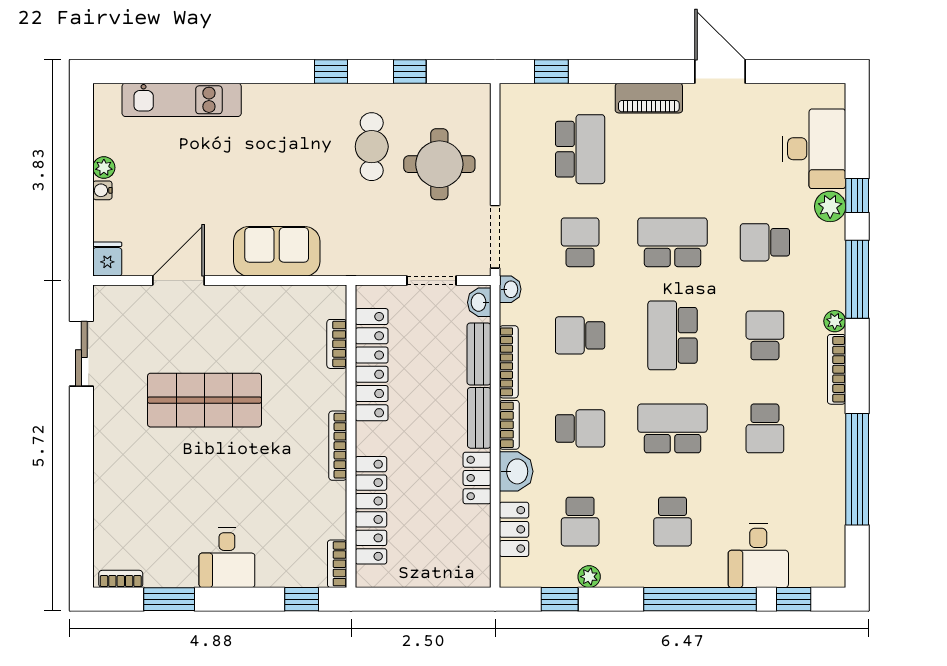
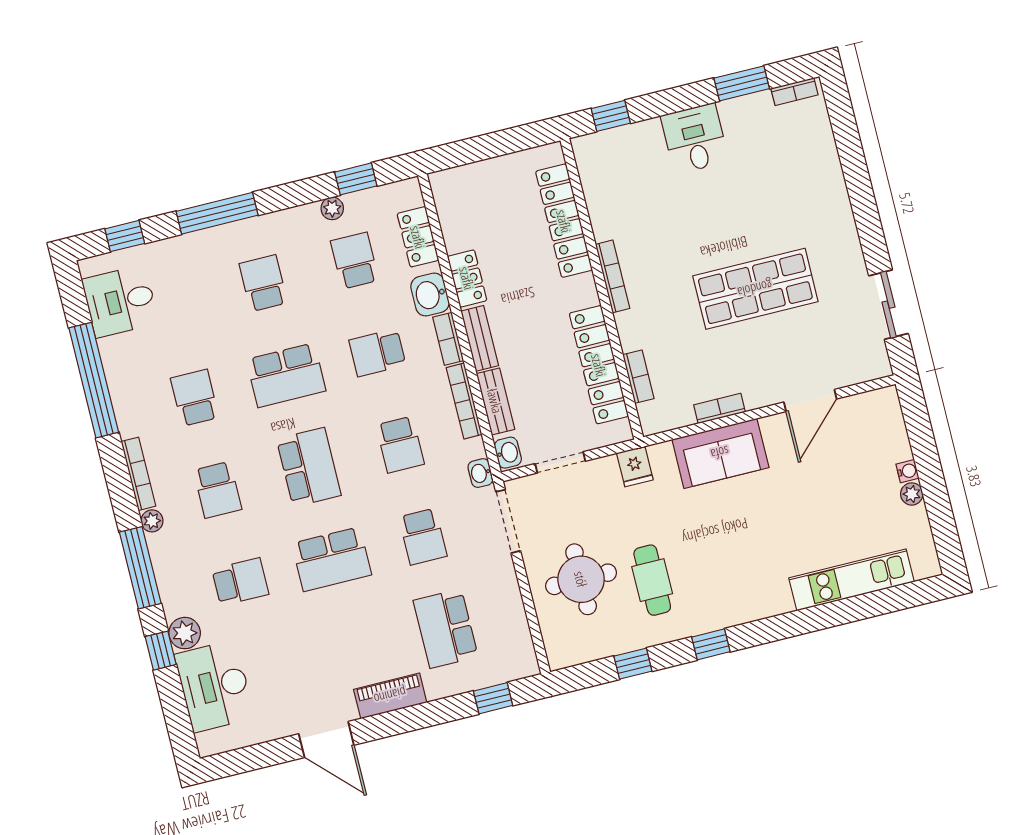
fridge: (107, 259) -> (635, 466), moved
school desk: (580, 335) -> (400, 445), turned 90
desk: (758, 555) -> (120, 301), moved, turned -90
bookcase: (337, 564) -> (720, 408), moved, turned -90
window: (700, 599) -> (217, 213), width x0.68

